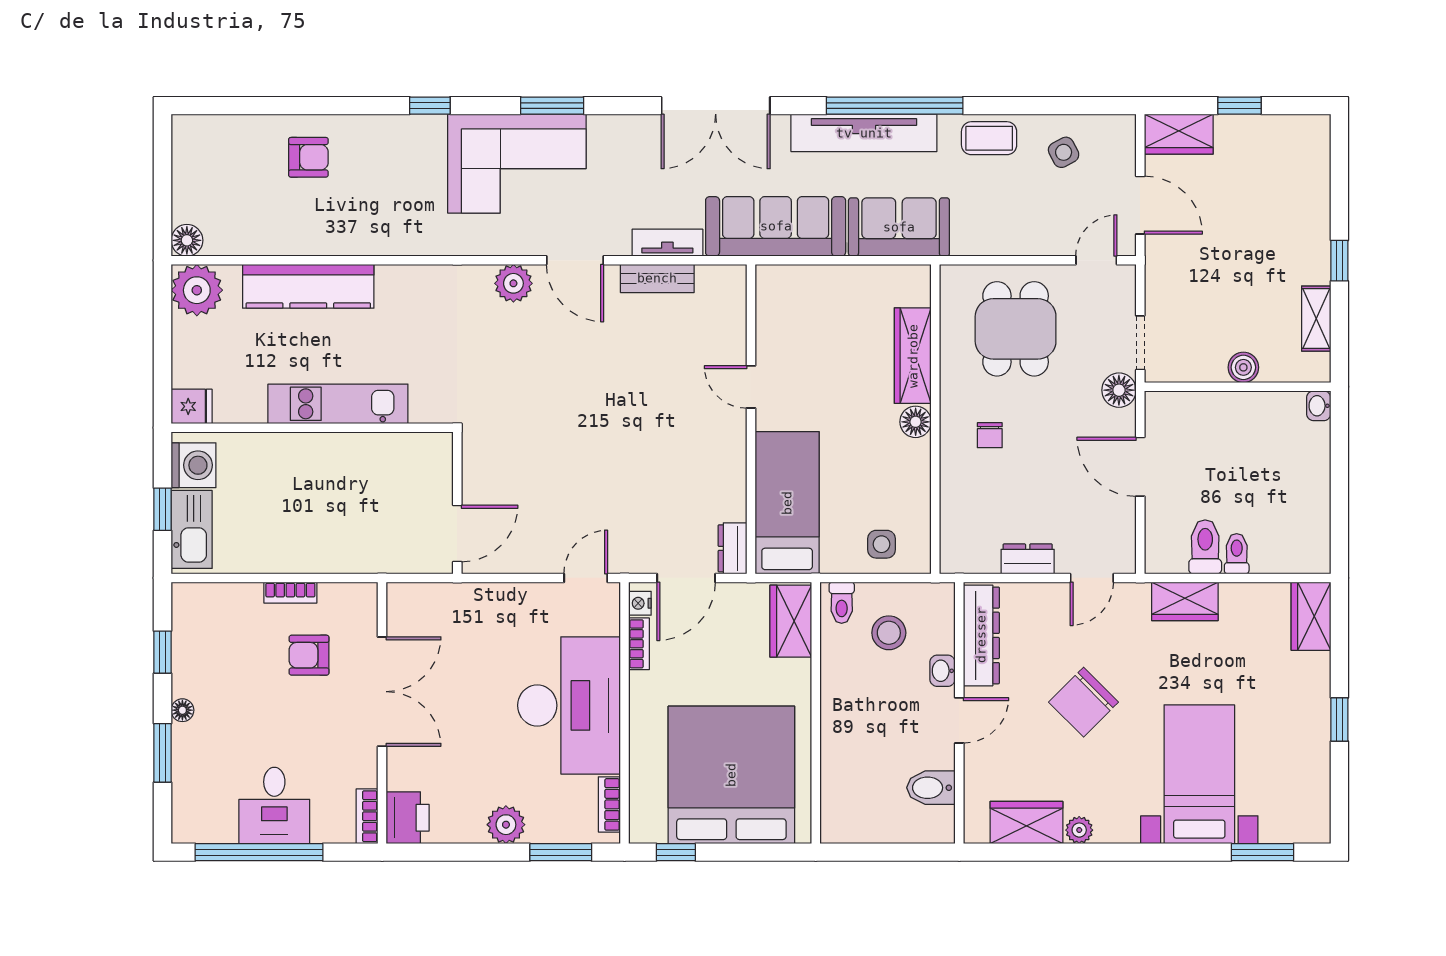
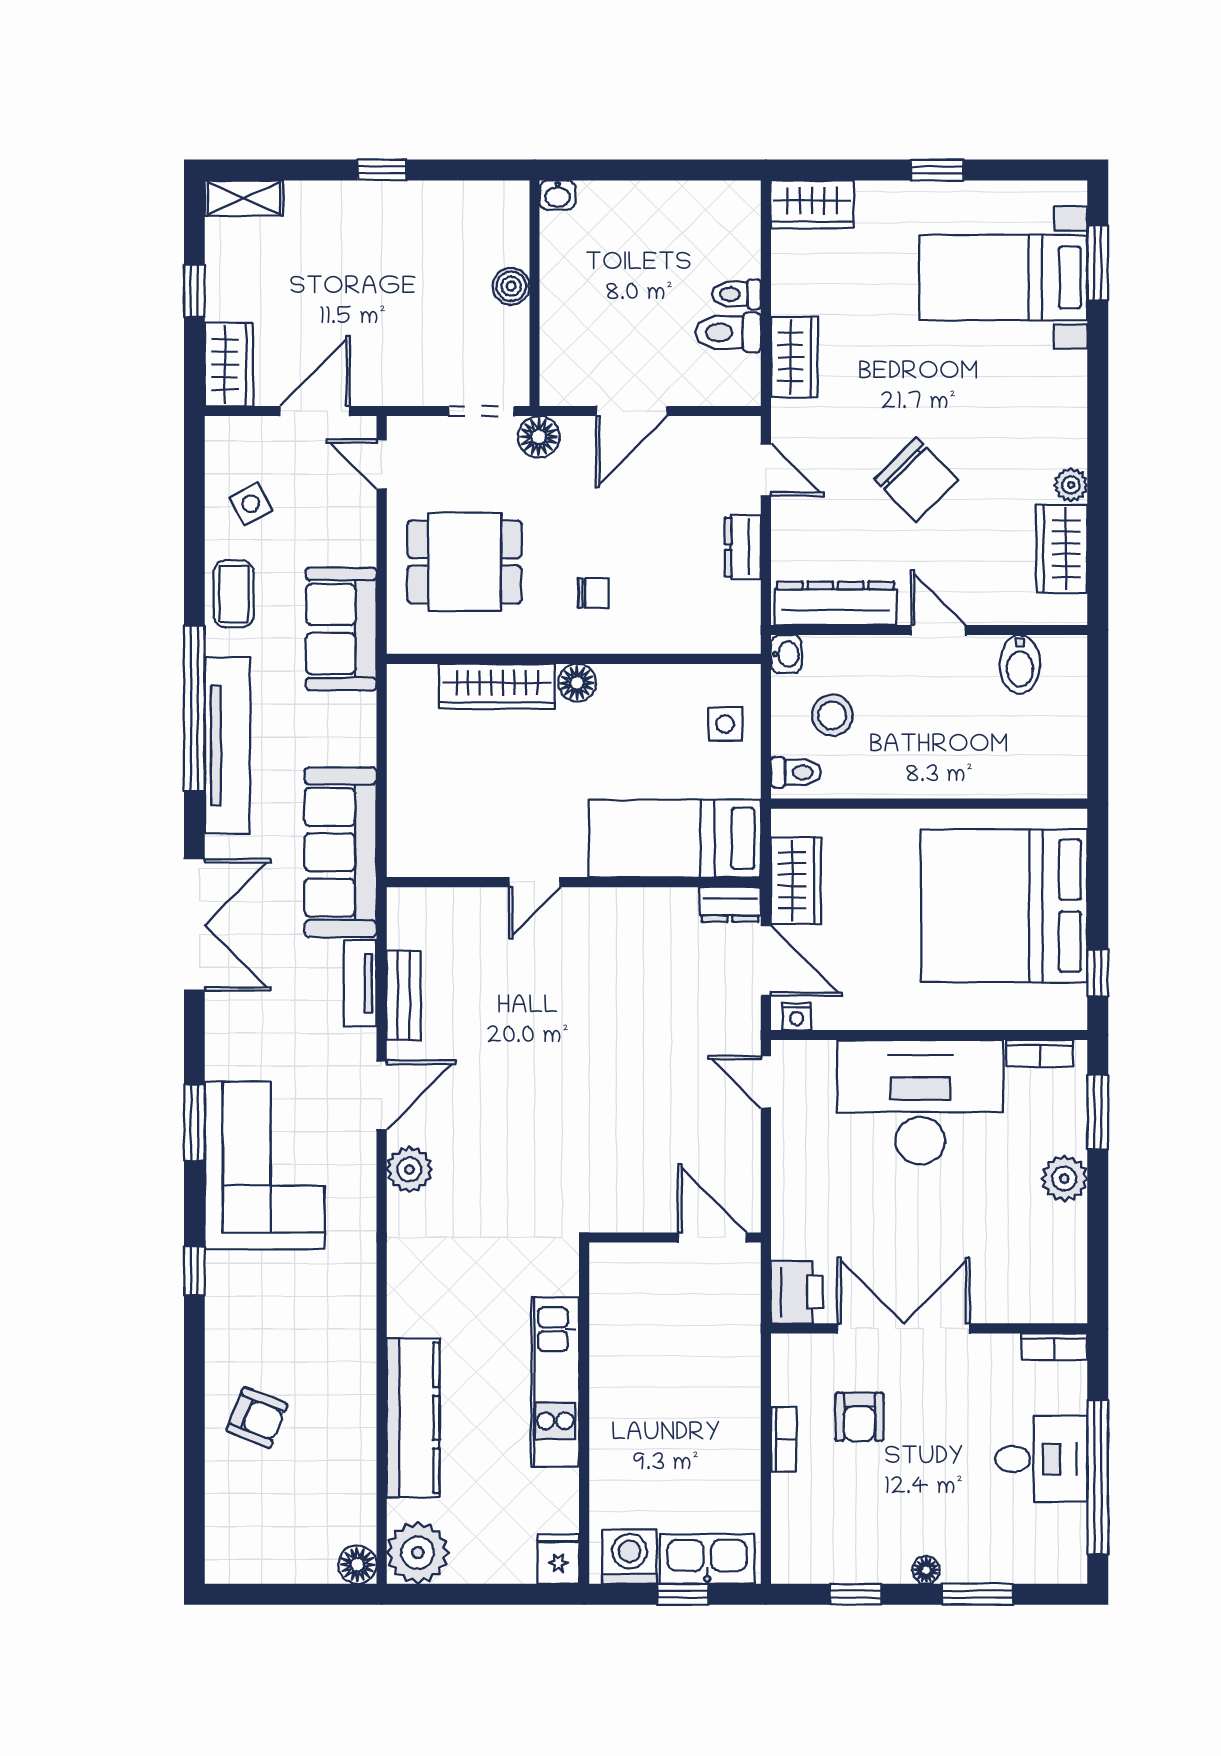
armchair: (308, 157) -> (257, 1418), turned 112
sofa: (899, 227) -> (341, 629), moved
shelving: (1316, 319) -> (244, 198), moved
wardrobe: (791, 621) -> (796, 880), moved, turned -90
bookcase: (639, 644) -> (846, 1018), removed
washbasin: (942, 671) -> (786, 654), moved, turned -90
bed with nightstands: (1199, 774) -> (1003, 278), moved
printer: (408, 818) -> (797, 1292), moved, turned 90

